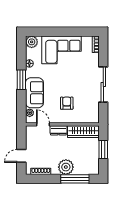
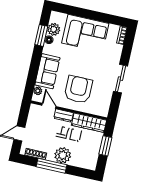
plant: (32, 42) -> (54, 29), moved
window: (21, 80) -> (41, 35), moved
sliding door: (103, 85) -> (120, 79), width x0.73
armchair: (67, 103) -> (78, 89), width x1.88, depth x1.88
window: (75, 179) -> (51, 166), moved

